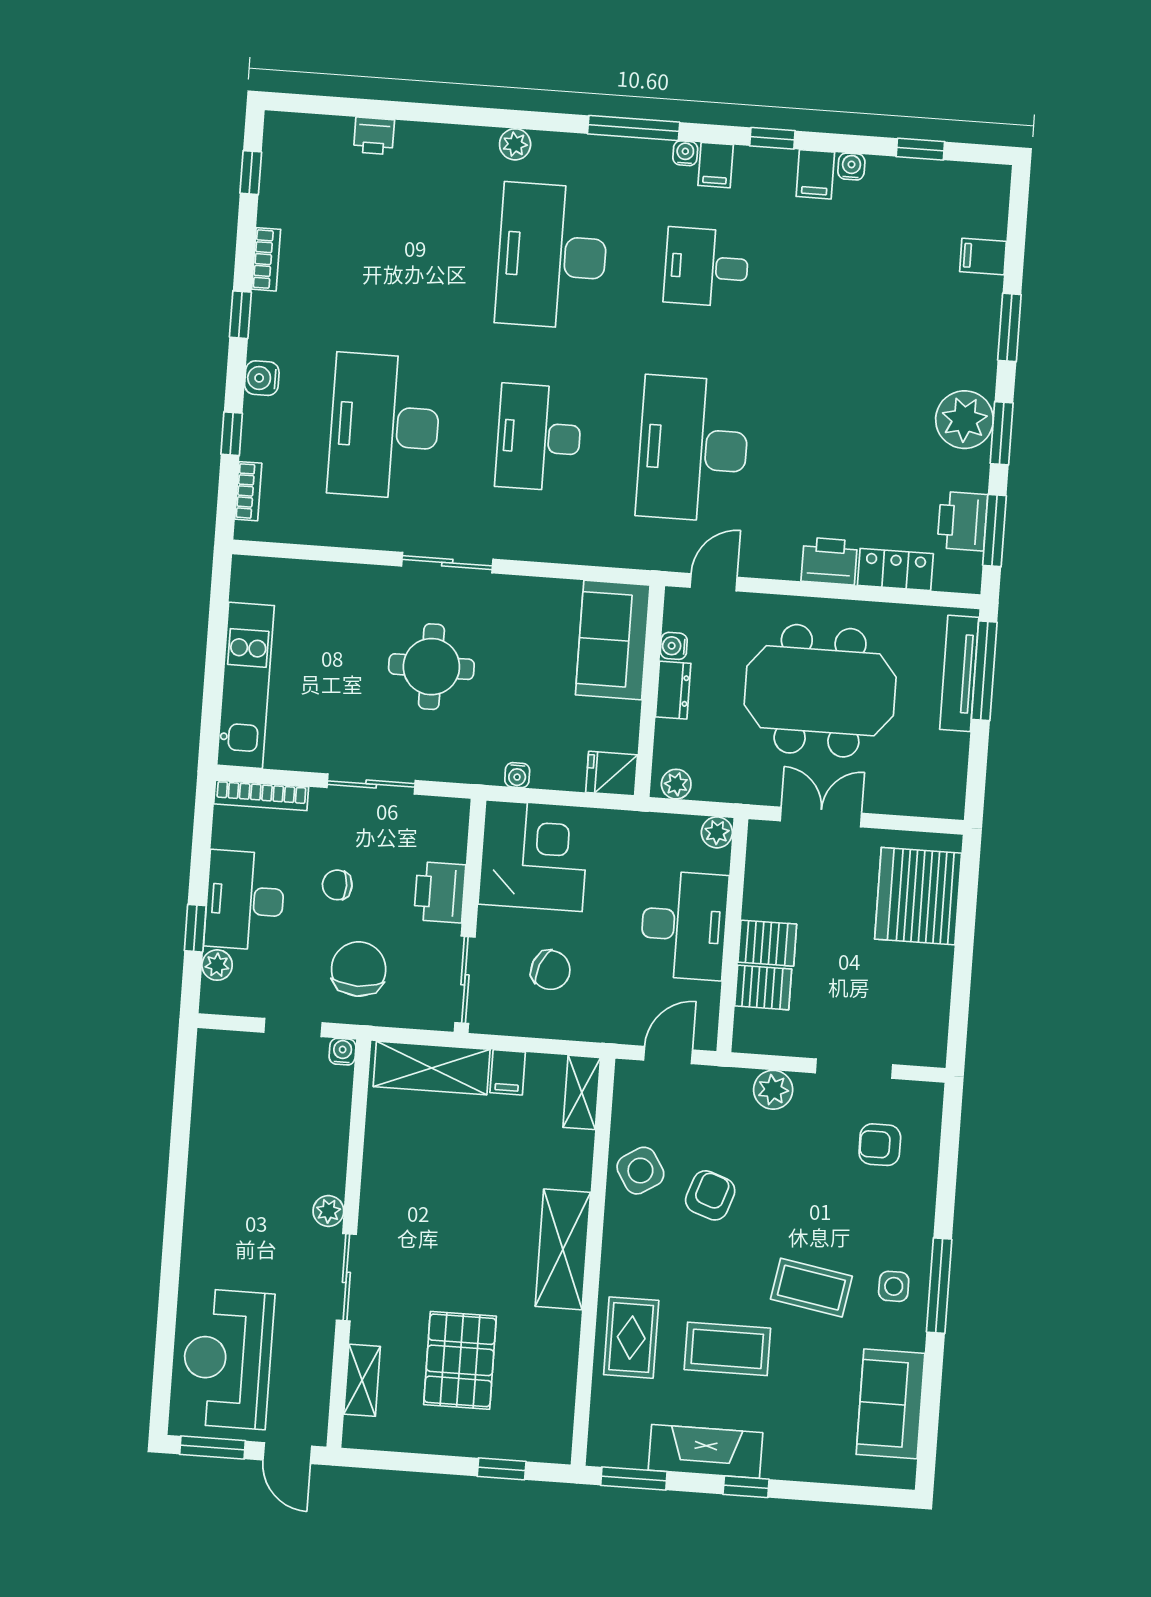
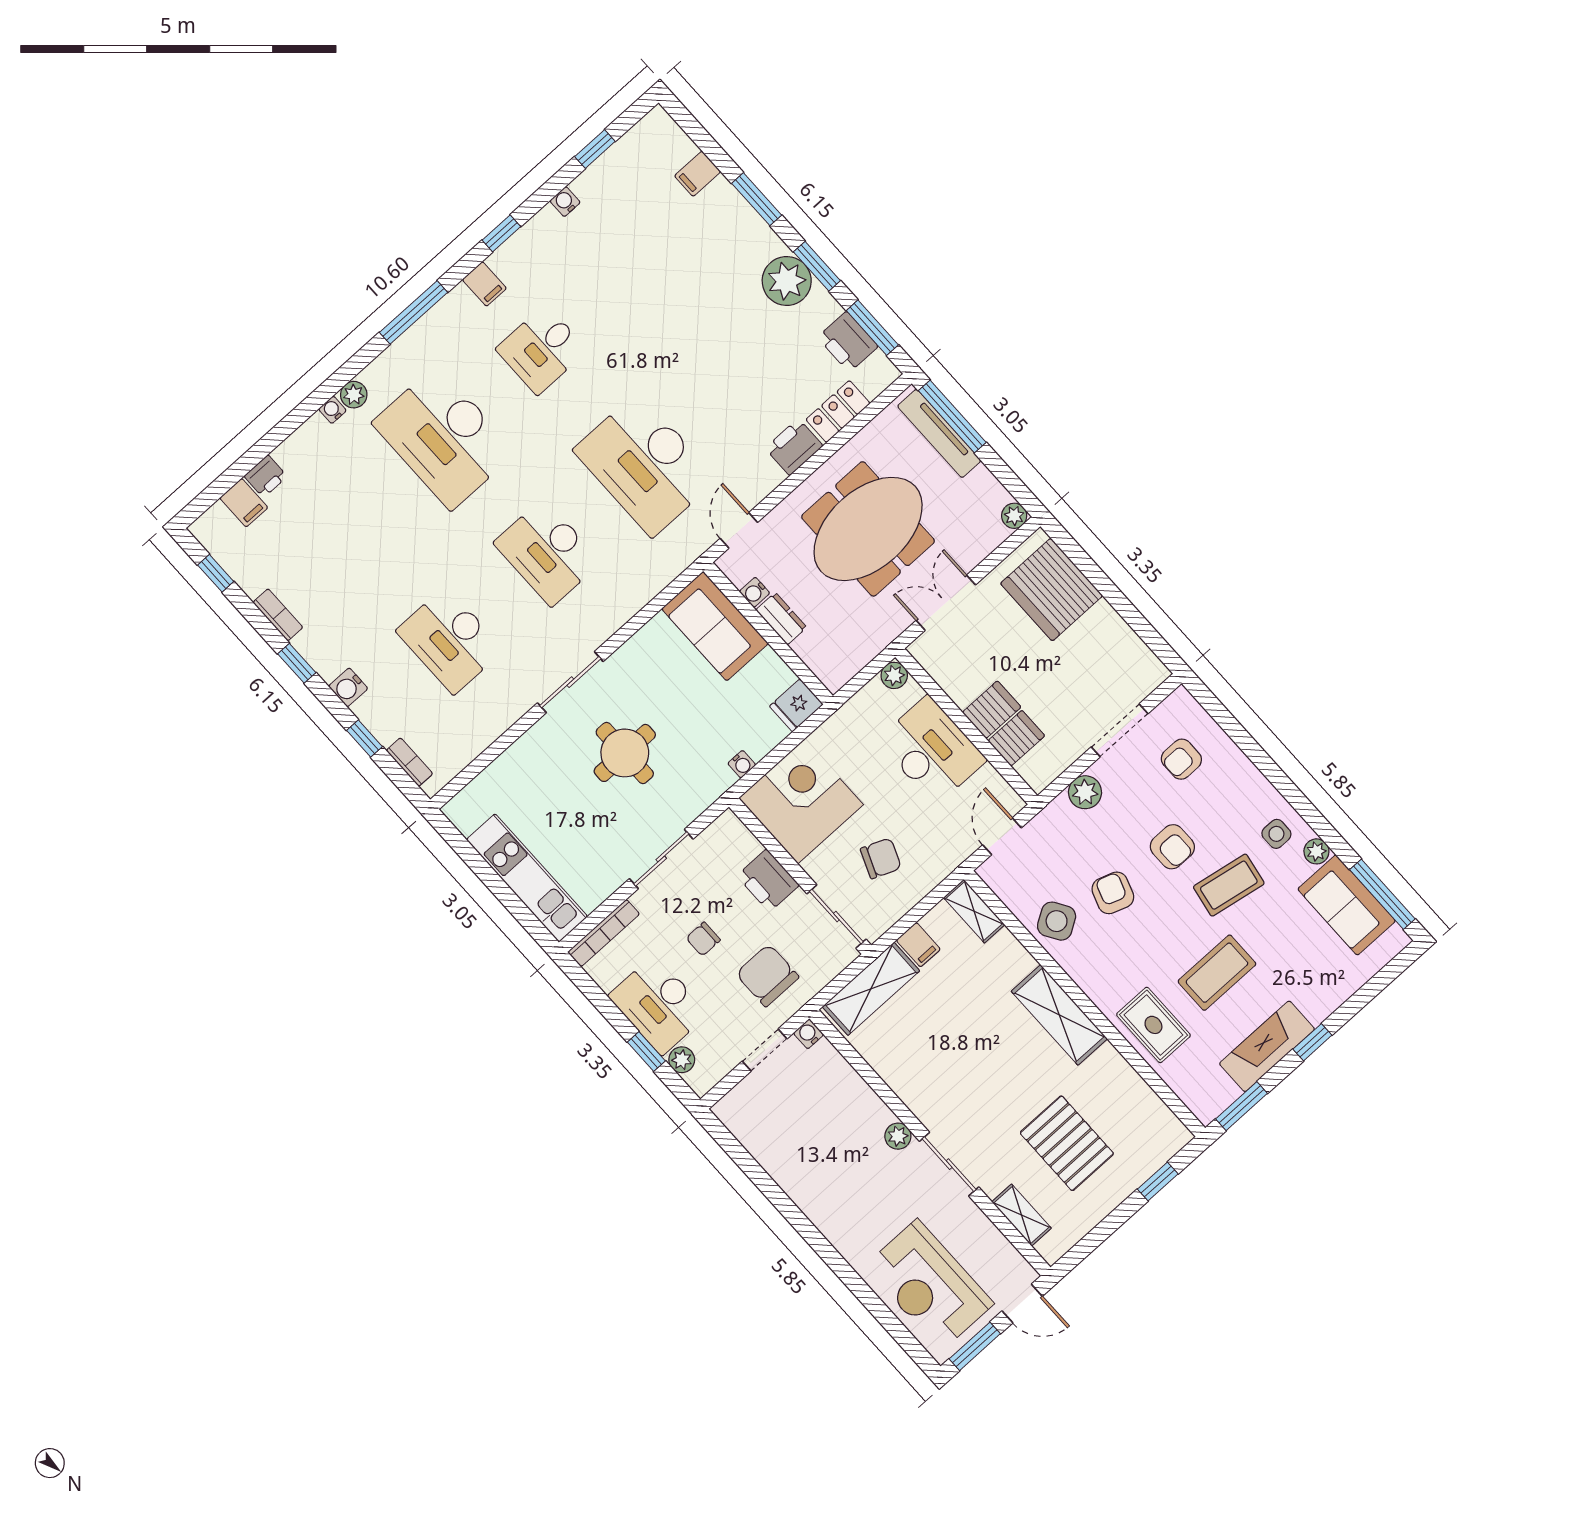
water cooler: (685, 153) -> (332, 410), moved
filing cabinet: (815, 174) -> (244, 503), moved
desk: (385, 426) -> (450, 640), width x0.73, depth x0.77
plant: (676, 784) -> (1014, 516), moved
armchair: (798, 1208) -> (1172, 847), added
window: (939, 1286) -> (1382, 894), moved
plant: (911, 1335) -> (1316, 851), added

